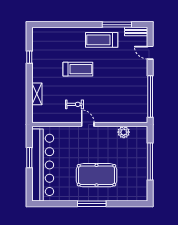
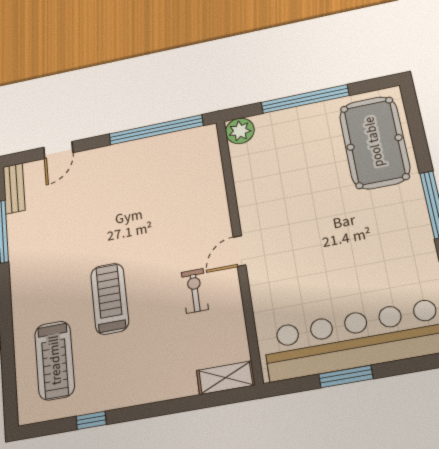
treadmill: (102, 40) -> (55, 360), moved
shelving: (37, 94) -> (226, 378), moved
plant: (124, 132) -> (240, 131), moved
pool table: (97, 175) -> (374, 142), moved

